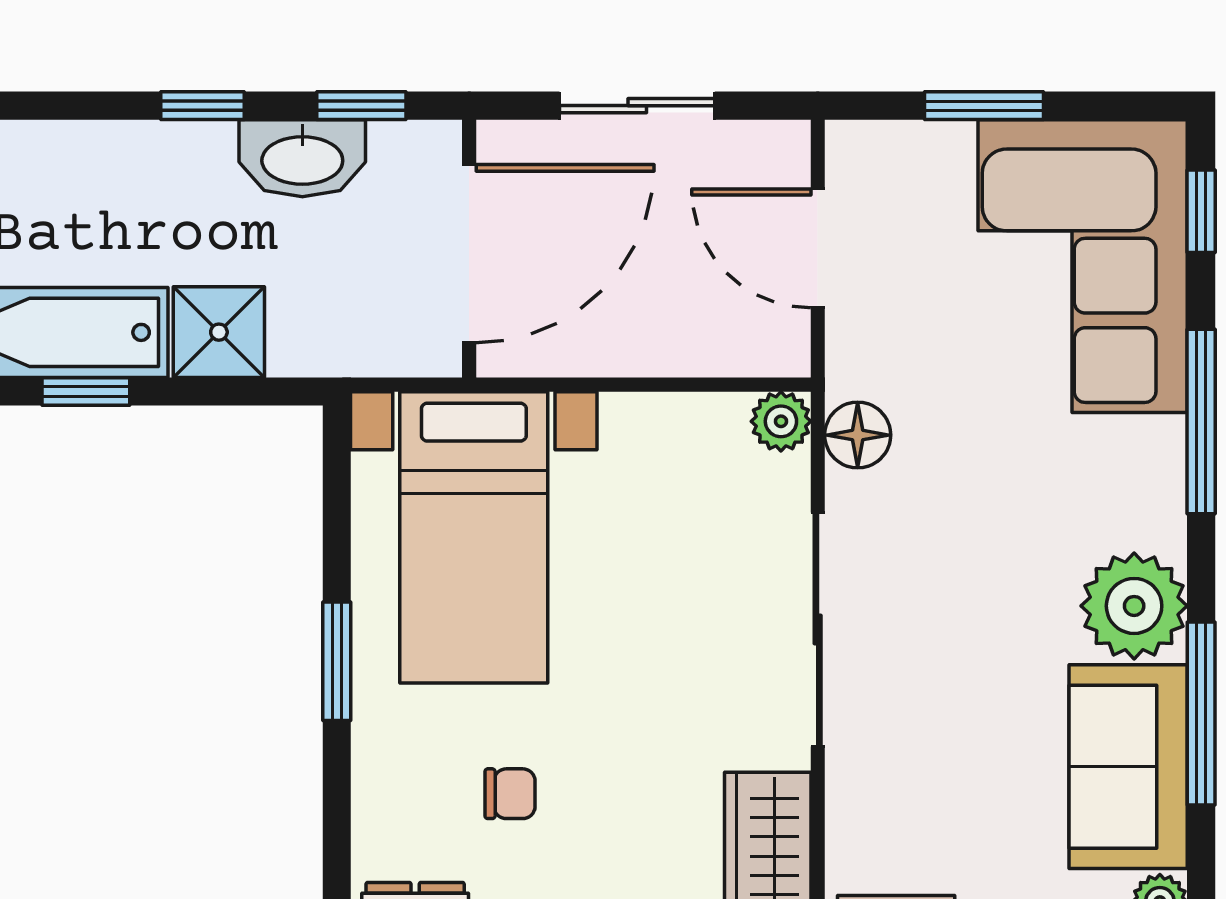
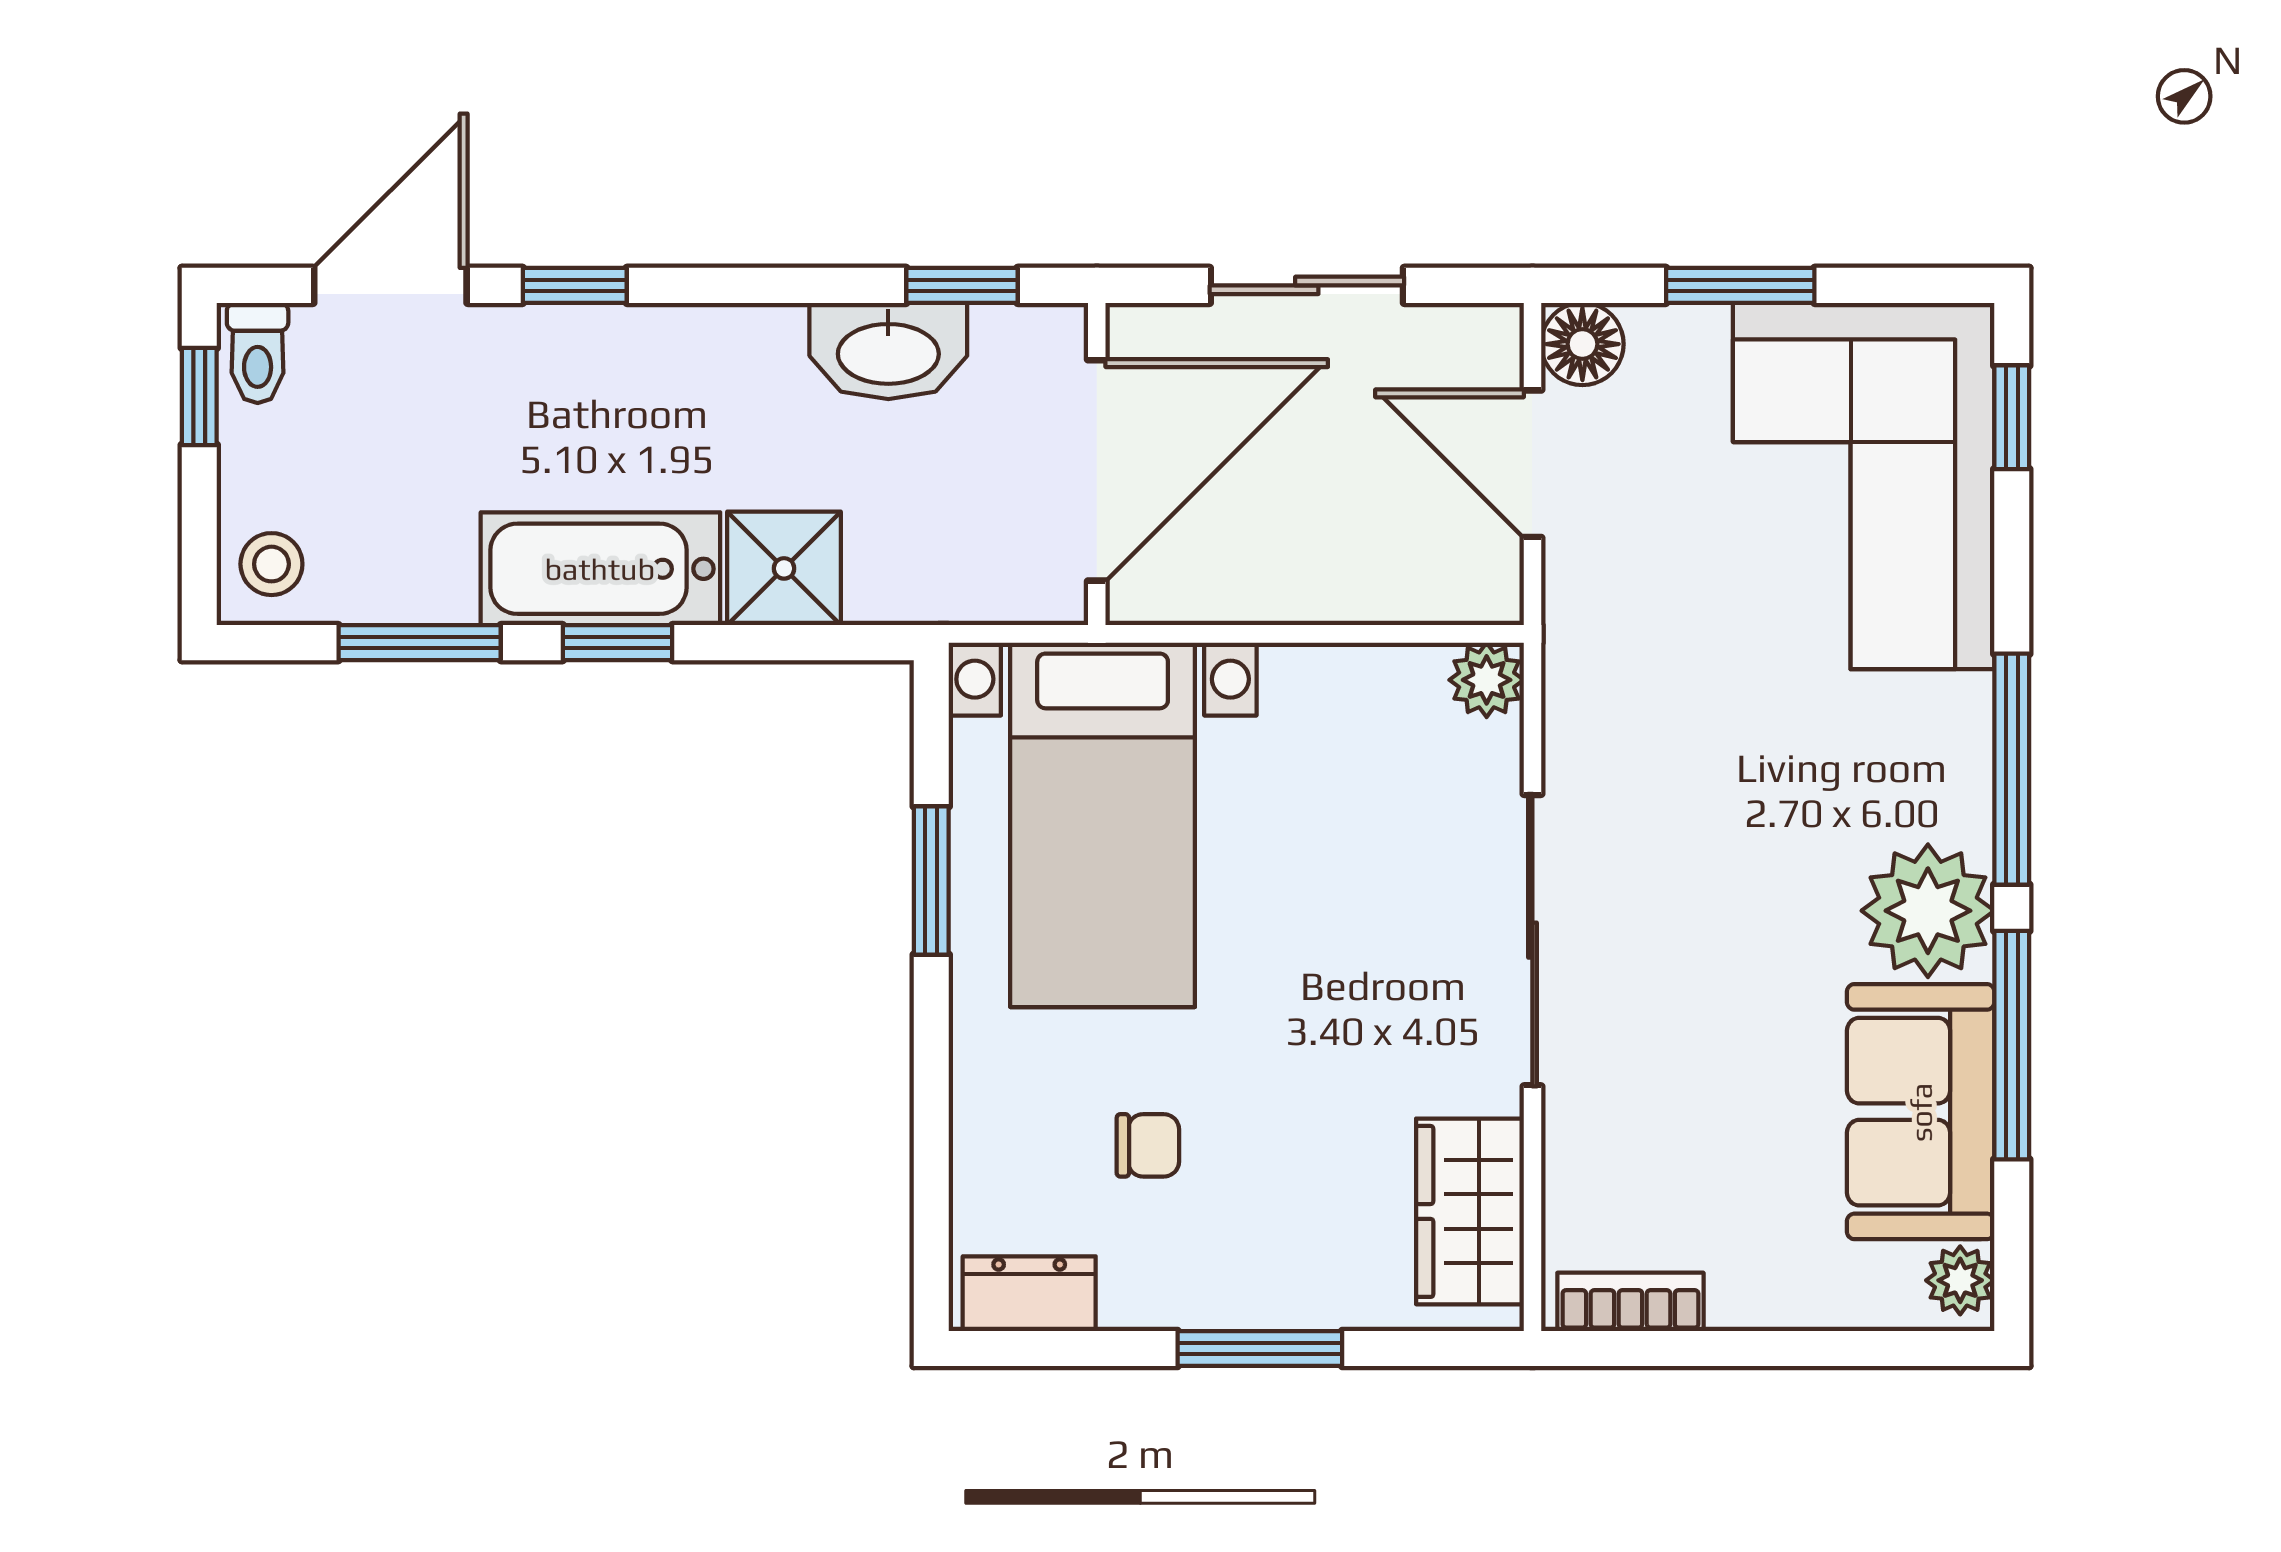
window: (203, 106) -> (575, 285), moved
window: (1201, 422) -> (2012, 769), moved
floor lamp: (858, 435) -> (1582, 344), moved
window: (337, 661) -> (931, 880), moved

